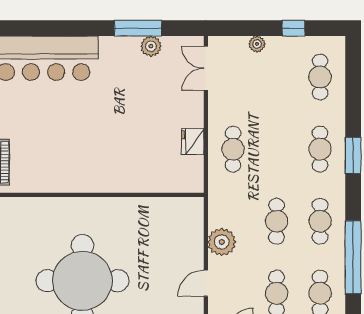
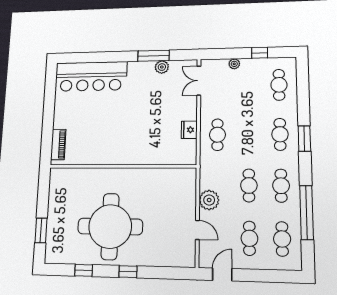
door: (206, 283) -> (197, 230), swing flipped

